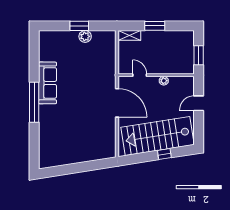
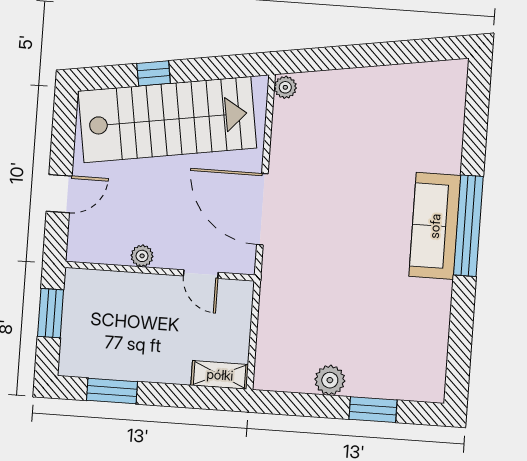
window: (79, 26) -> (373, 410), moved
window: (155, 26) -> (112, 391), moved
sofa: (48, 83) -> (435, 226), moved
plant: (111, 152) -> (285, 87), added

